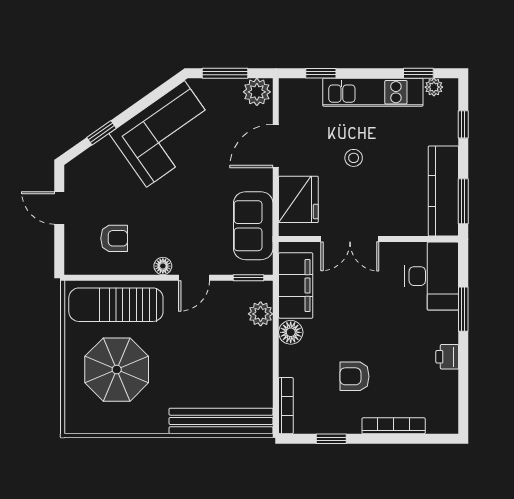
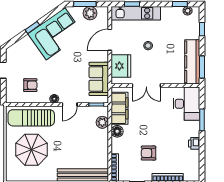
plant: (257, 92) -> (90, 13), moved
kitchen unit: (373, 92) -> (136, 13), moved
window: (101, 133) -> (32, 27), moved

